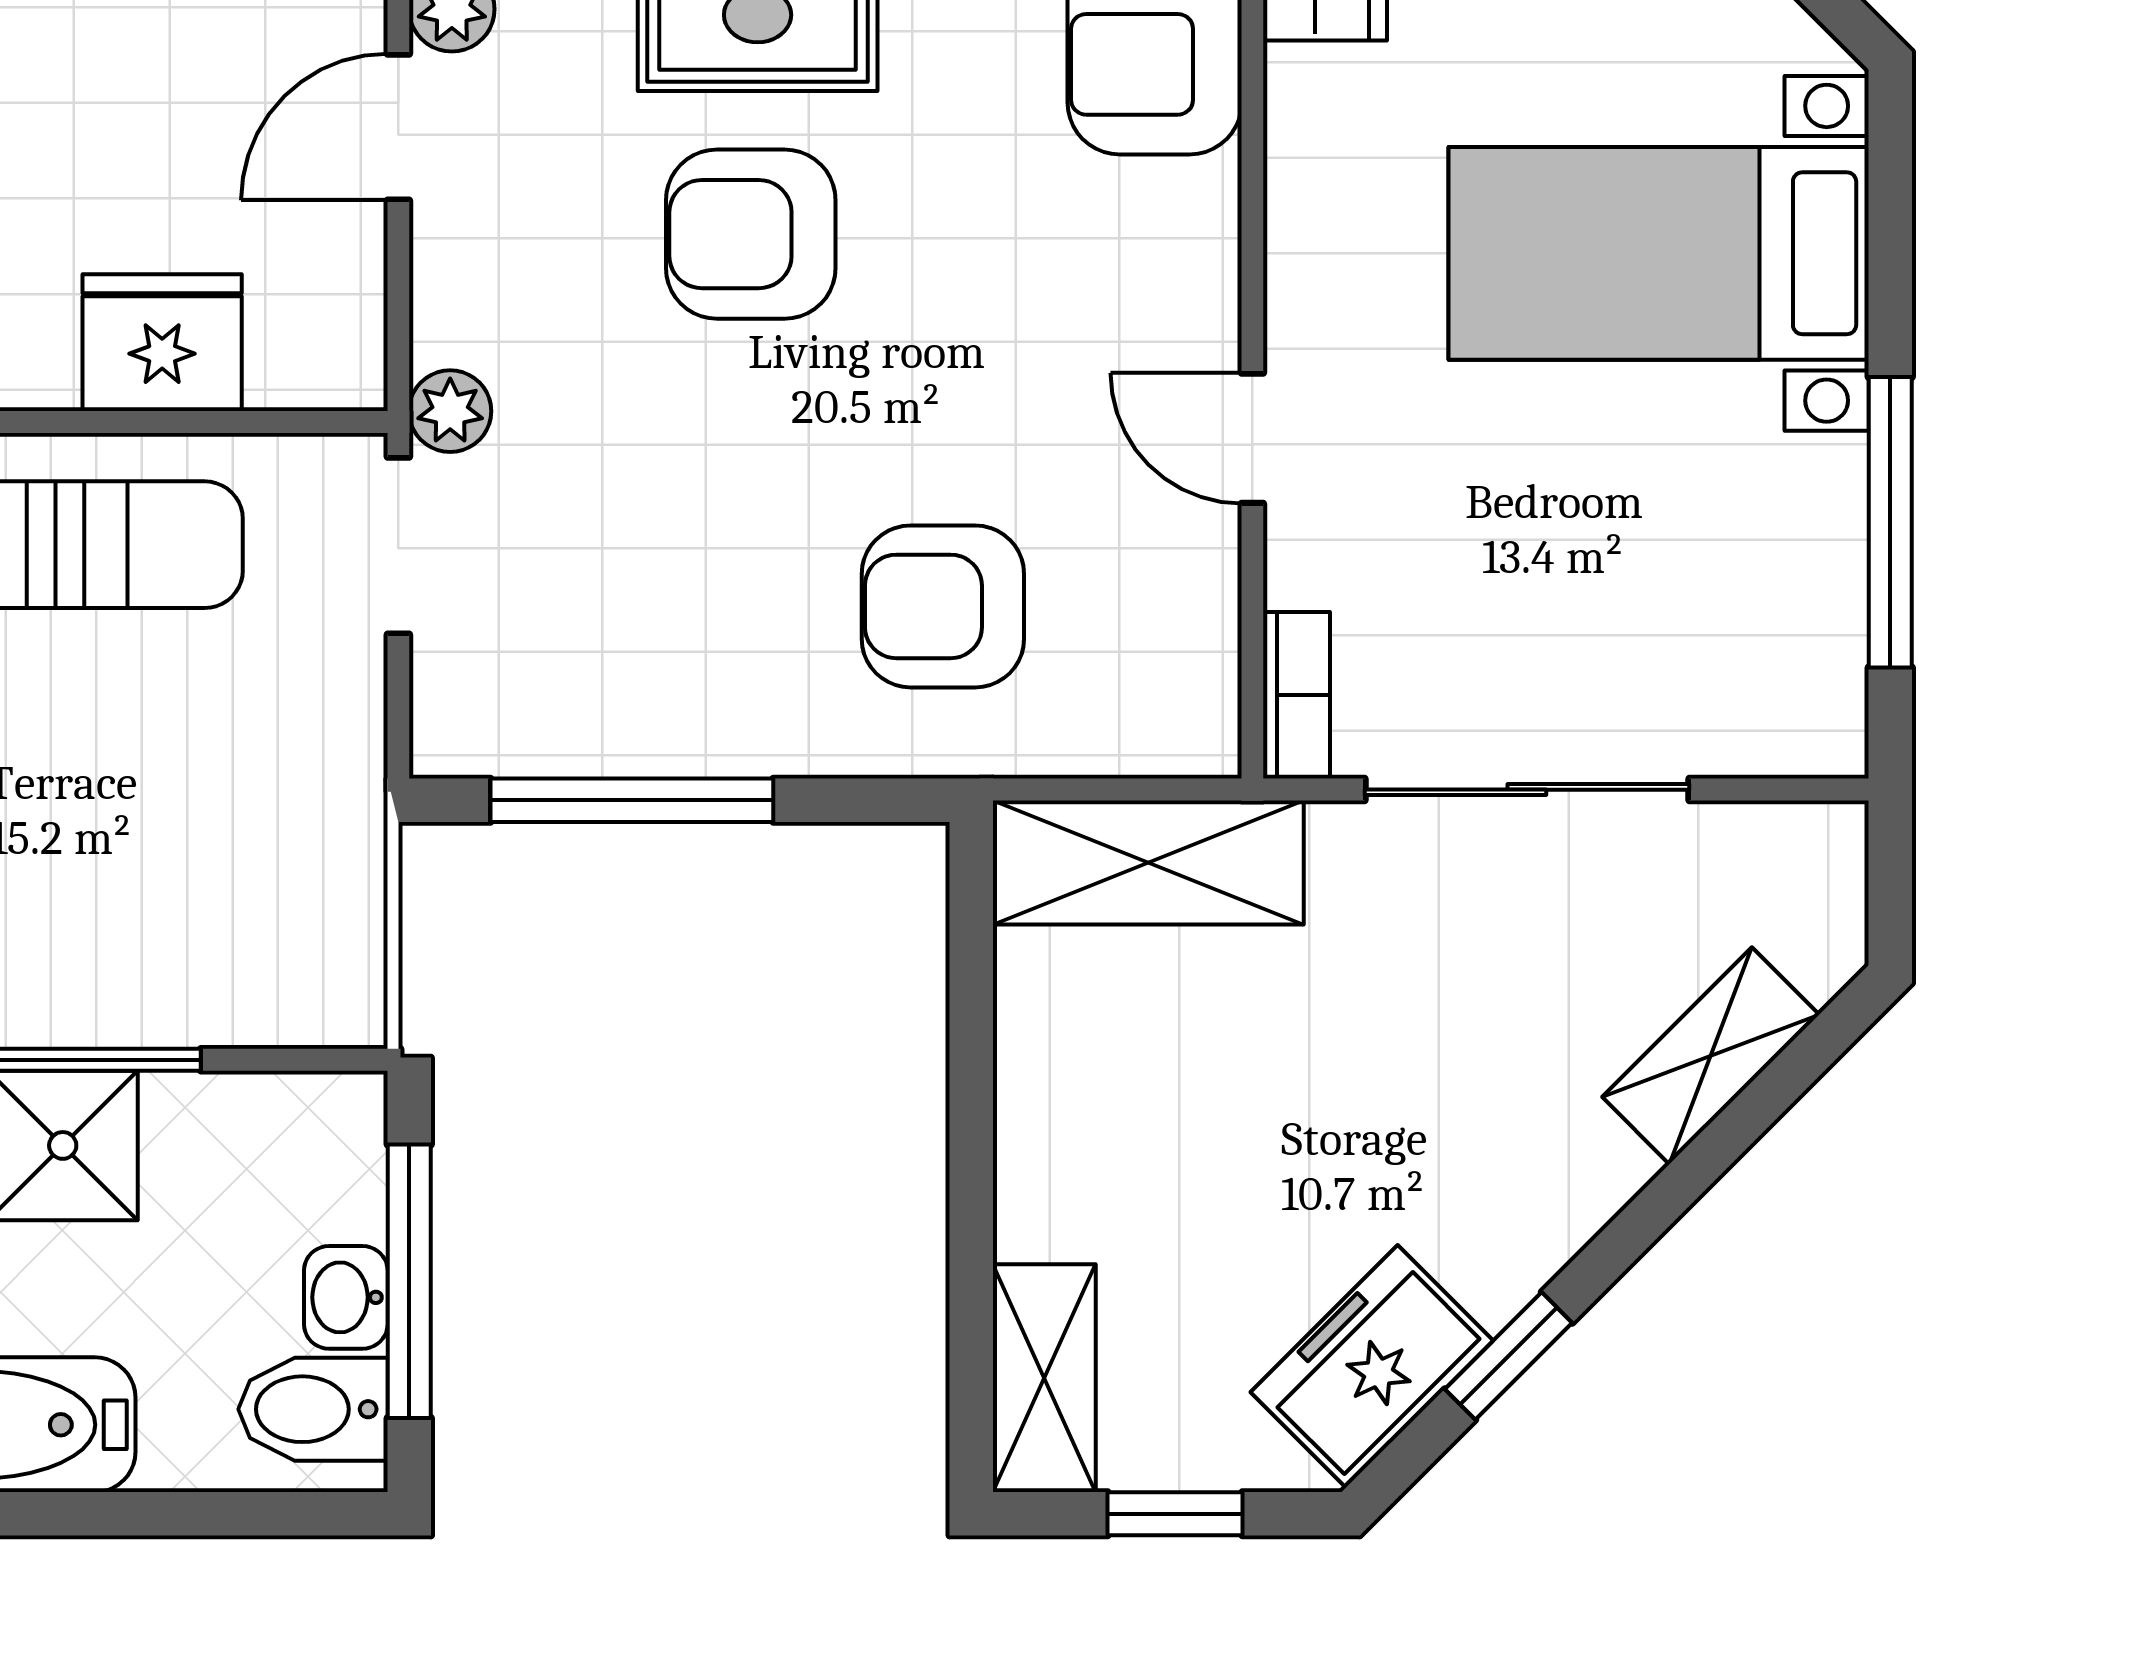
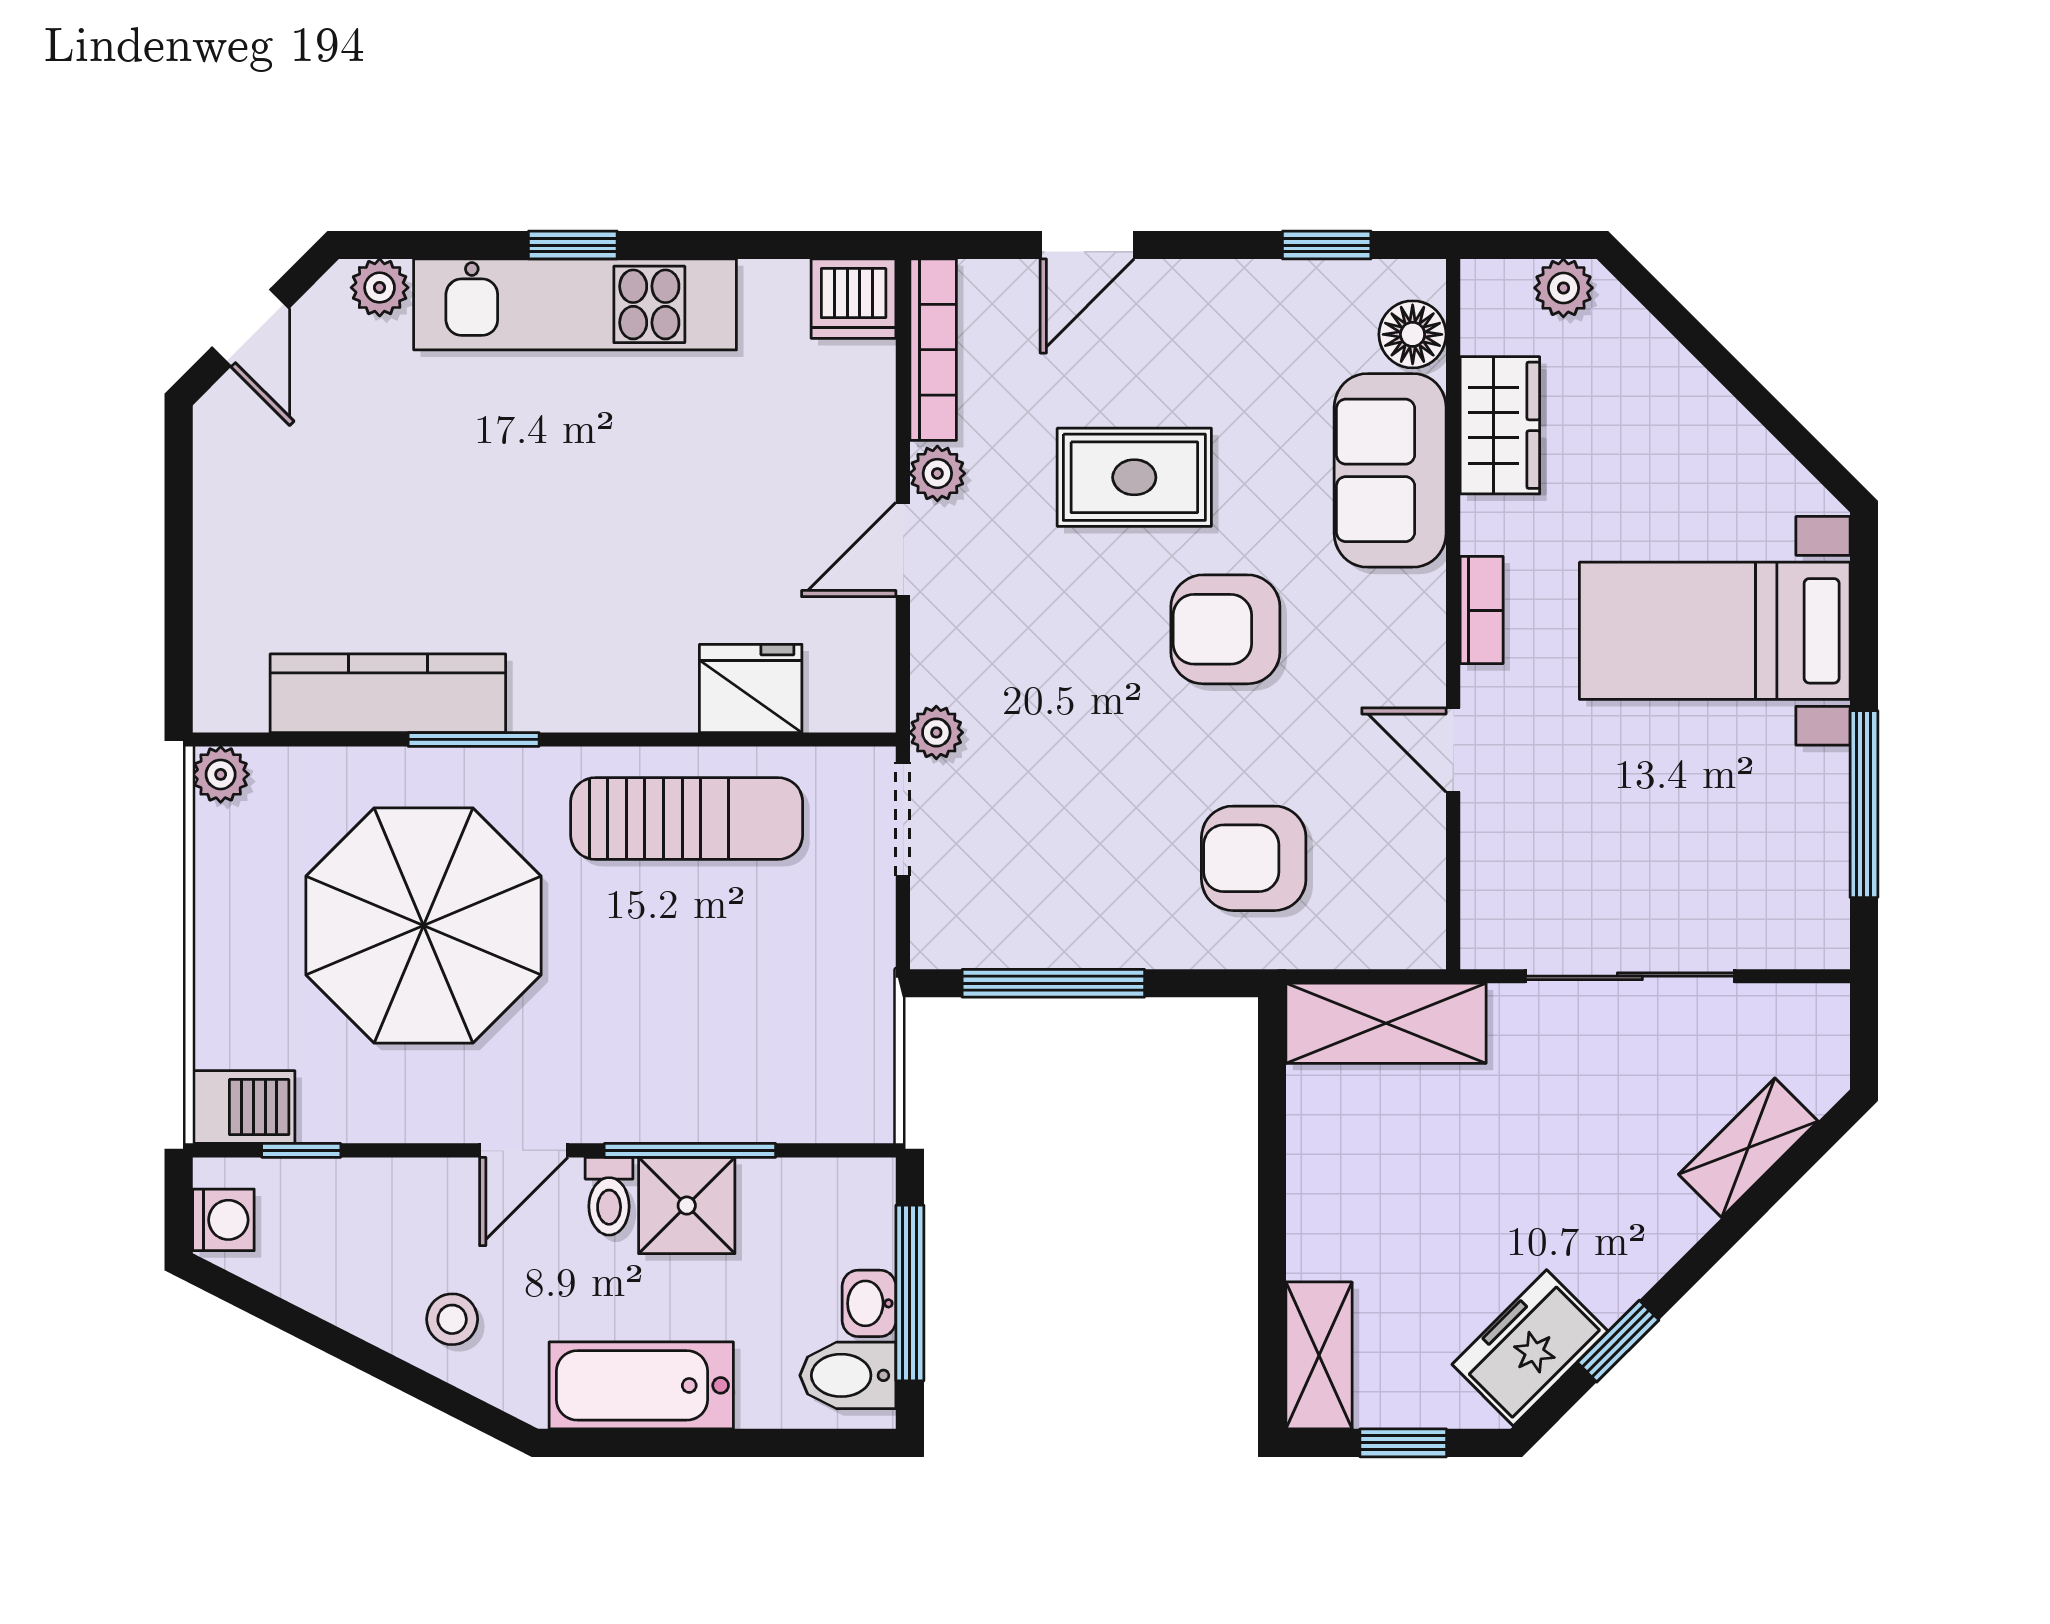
armchair: (751, 234) -> (1225, 629), moved
bookcase: (1297, 695) -> (1482, 610), moved

